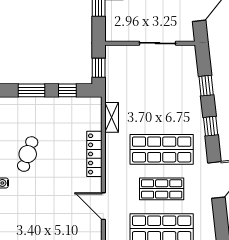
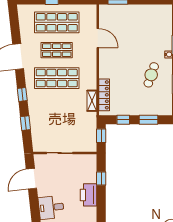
locker: (94, 154) -> (104, 95), moved

